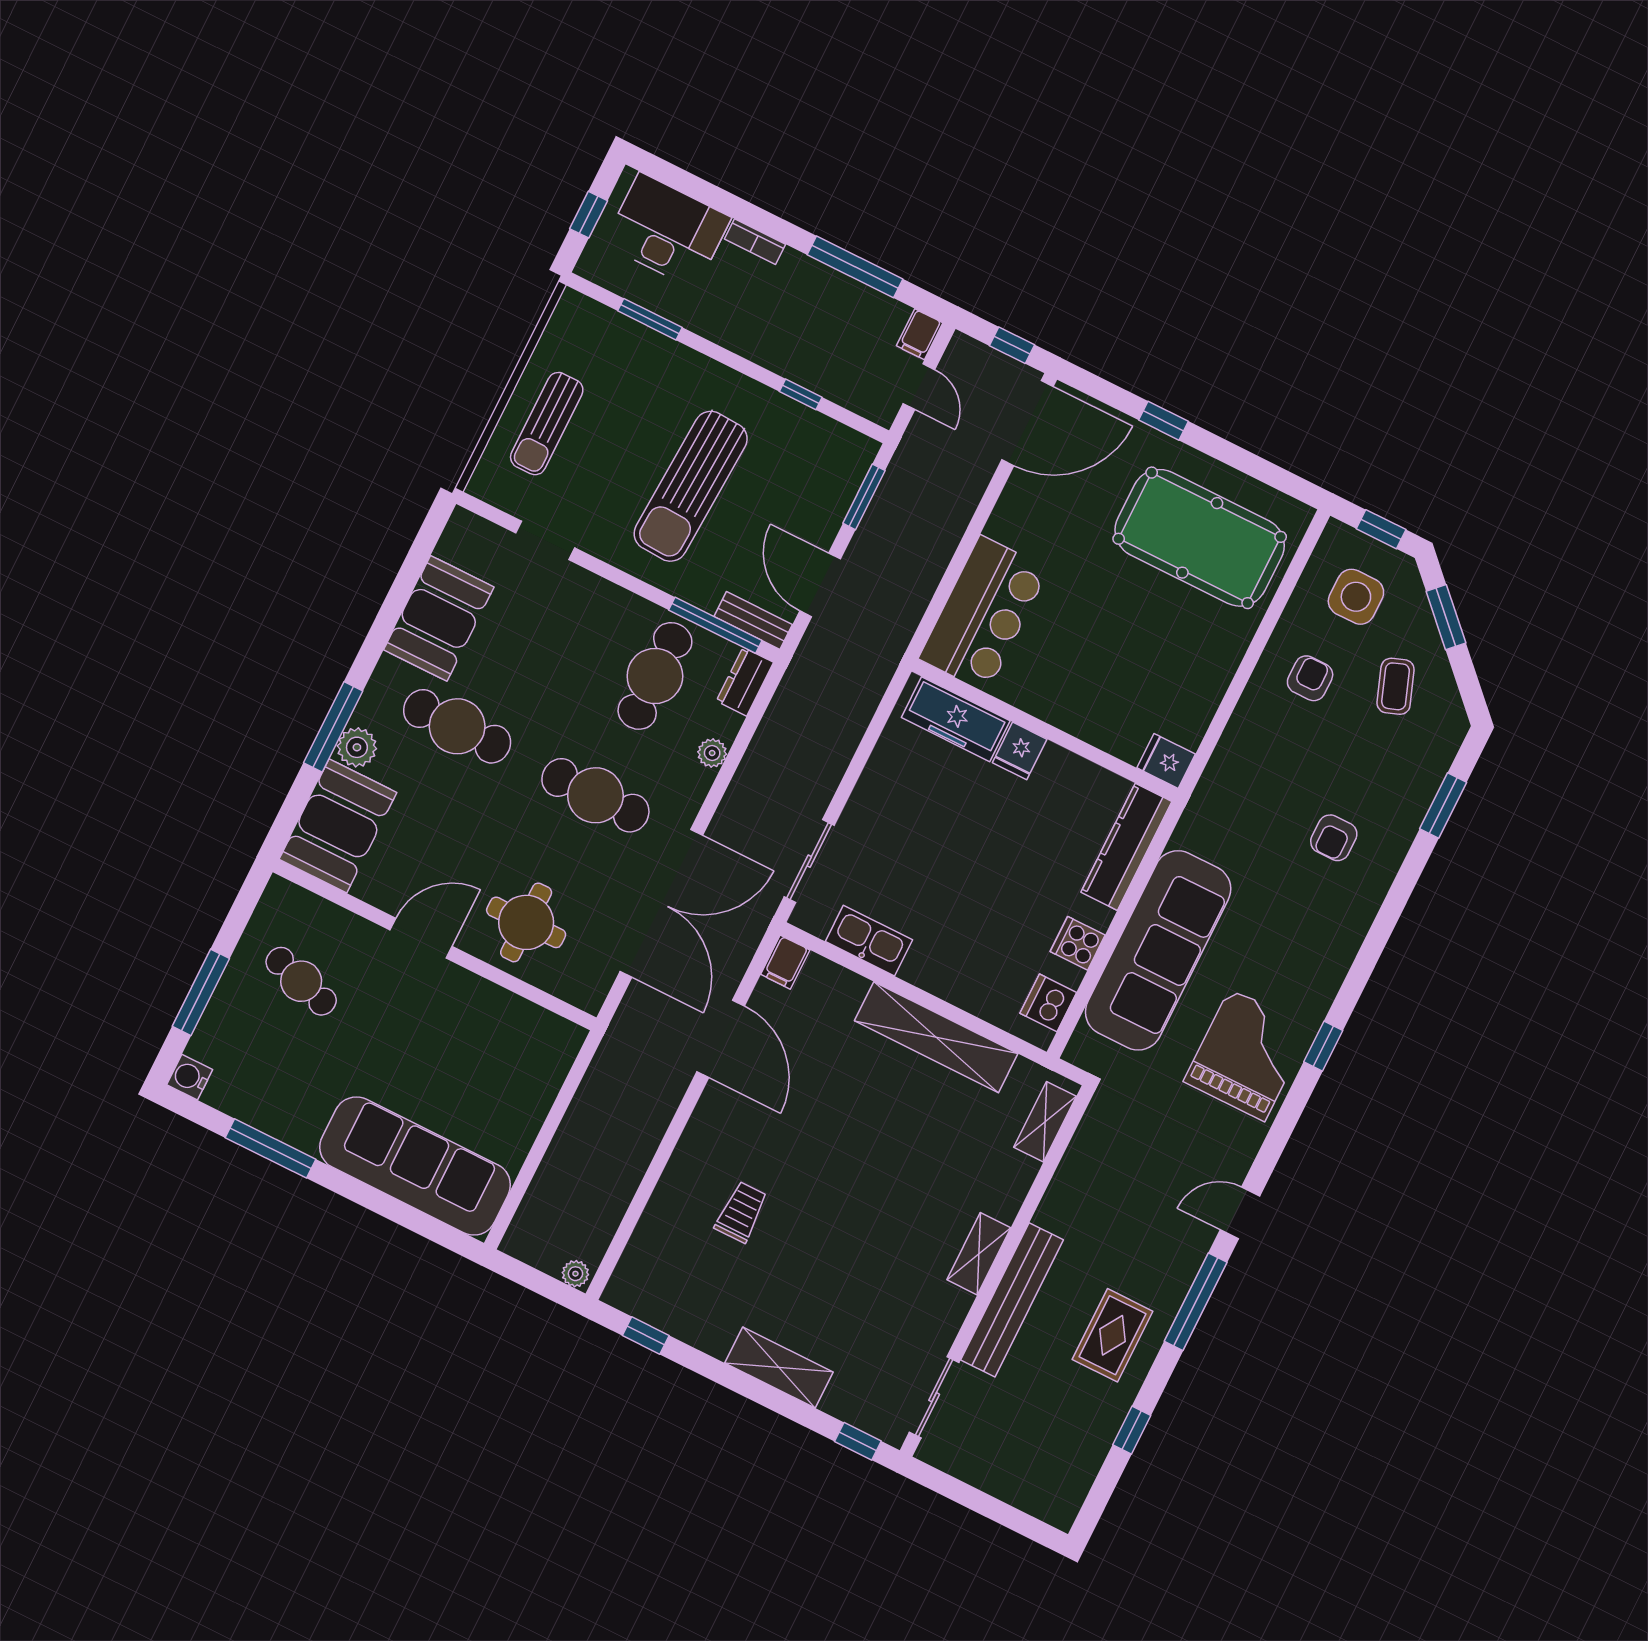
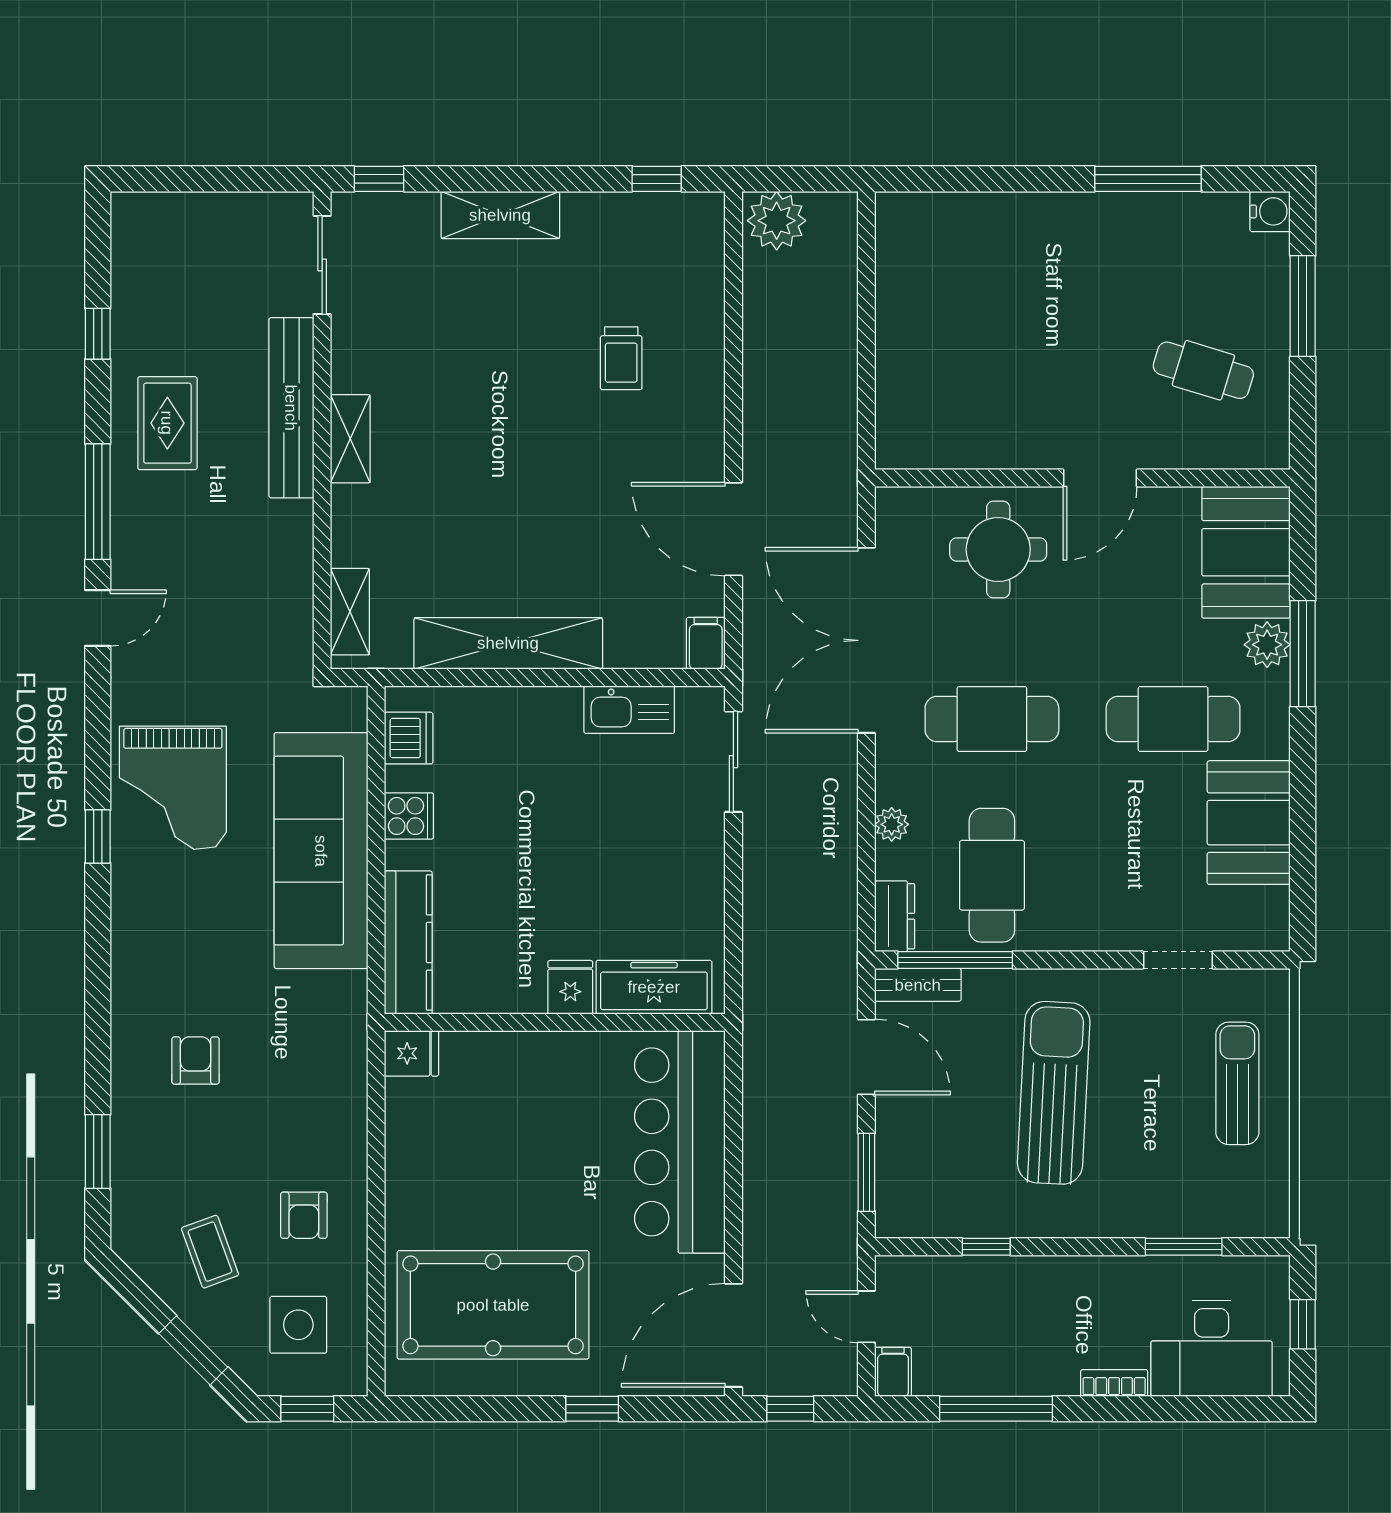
bar counter: (984, 614) -> (680, 1142), width x1.36
sofa: (415, 1166) -> (987, 236), removed
plant: (575, 1274) -> (777, 221), width x1.88, depth x1.88

